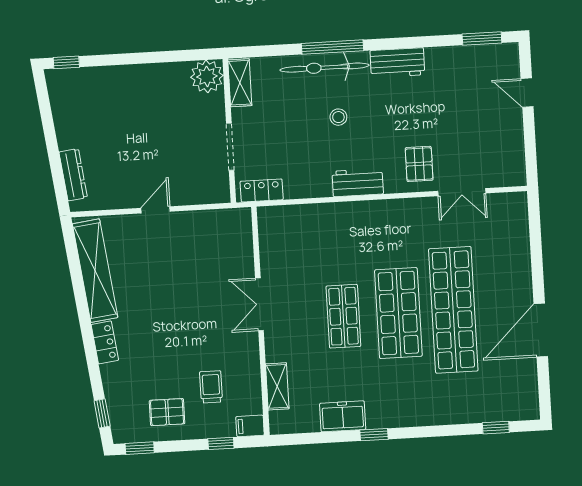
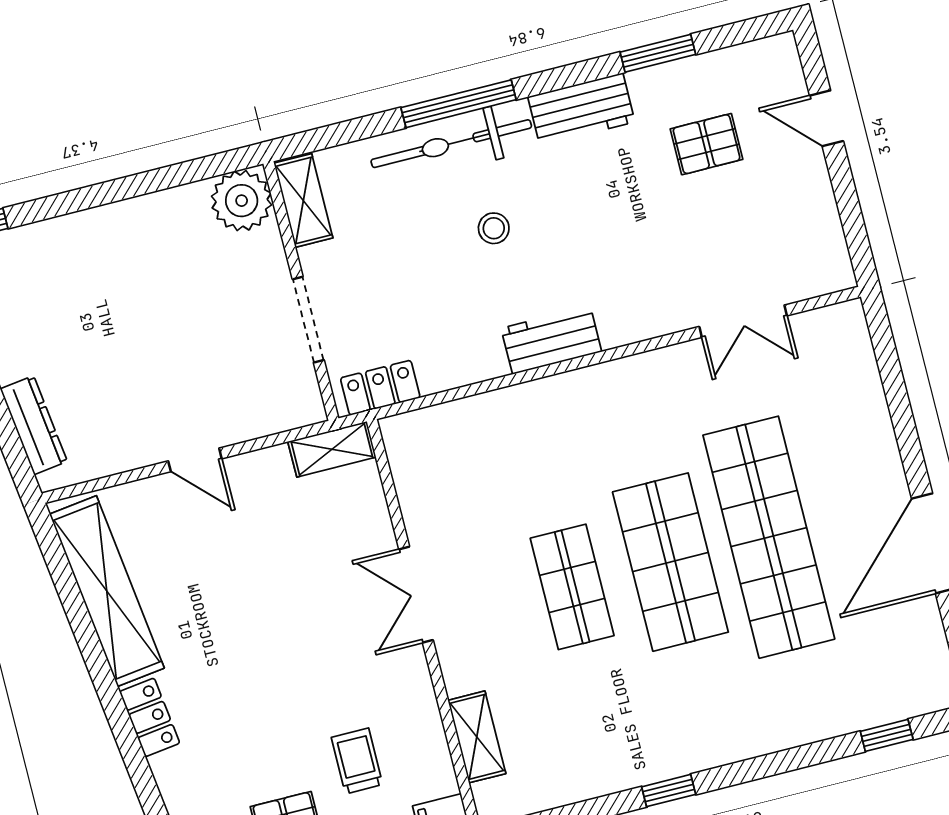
window: (482, 38) -> (658, 53), moved
pallet: (419, 164) -> (707, 144), moved, turned 90
door: (155, 210) -> (195, 460), swing flipped
shelving: (230, 218) -> (332, 449), added
freezer: (343, 416) -> (606, 768), removed

